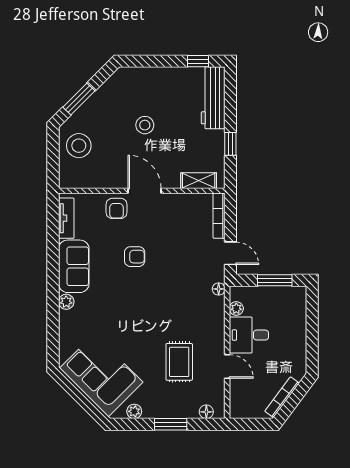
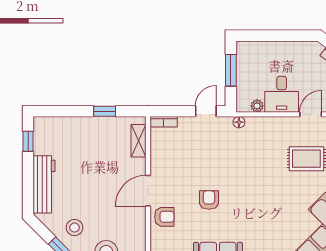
workbench: (213, 98) -> (44, 184), moved, turned -90
stool: (145, 125) -> (74, 228), moved
bookcase: (219, 216) -> (164, 122), width x0.64

